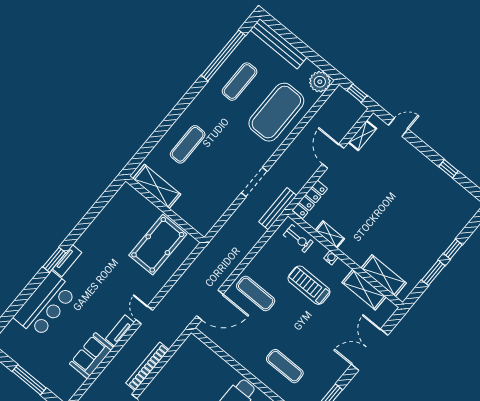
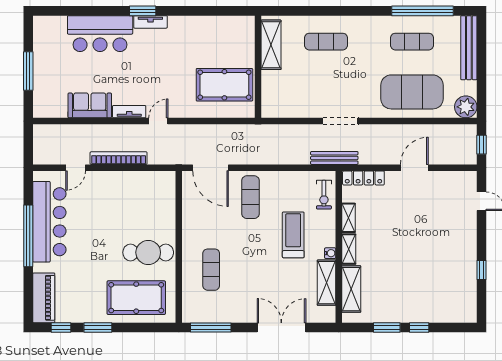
shelving: (362, 135) -> (349, 249), moved, turned 90
water cooler: (331, 258) -> (330, 253), moved

